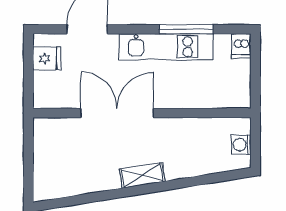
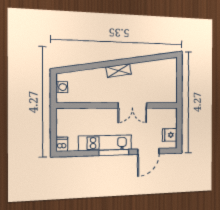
window: (186, 29) -> (114, 152), moved
double door: (117, 113) -> (132, 105), width x0.73

